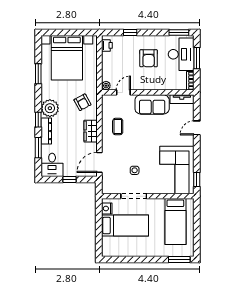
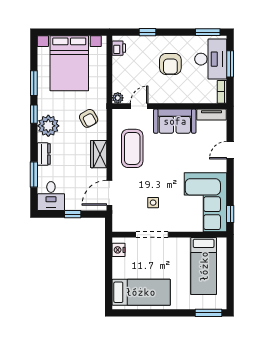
window: (38, 120) -> (34, 114), moved
coffee table: (118, 127) -> (132, 148), width x1.86, depth x1.72
dresser: (46, 131) -> (44, 154), width x0.70
bed: (125, 225) -> (141, 292), moved

